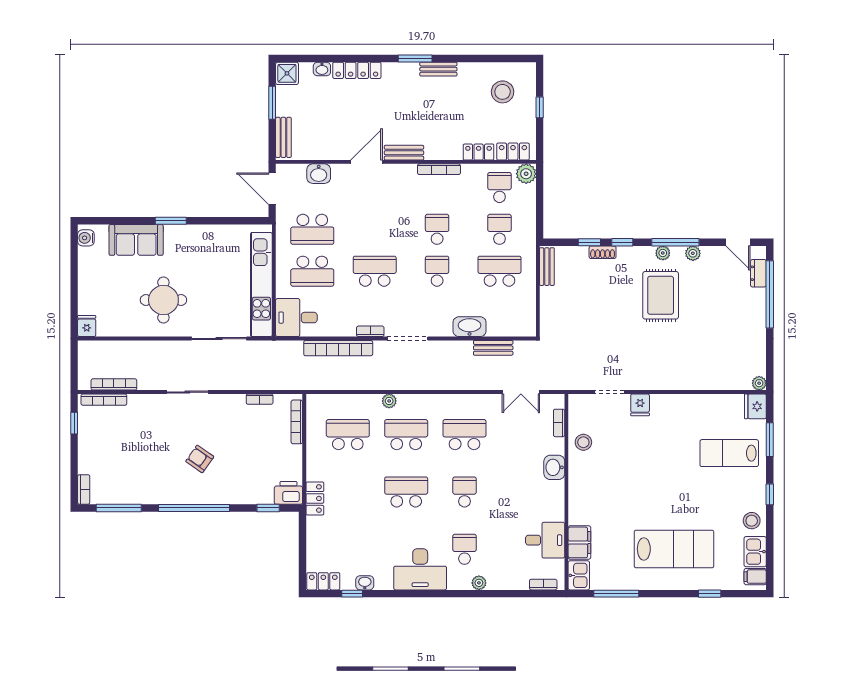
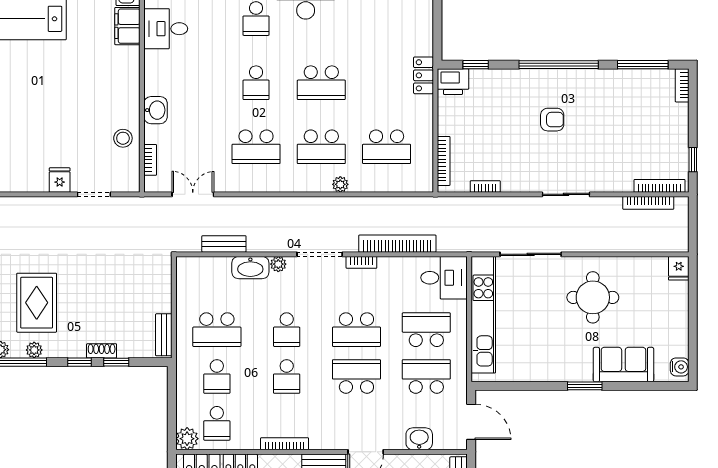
school desk: (375, 229) -> (356, 376), added
plant: (445, 330) -> (278, 264), added
armchair: (200, 459) -> (552, 120), turned -35

